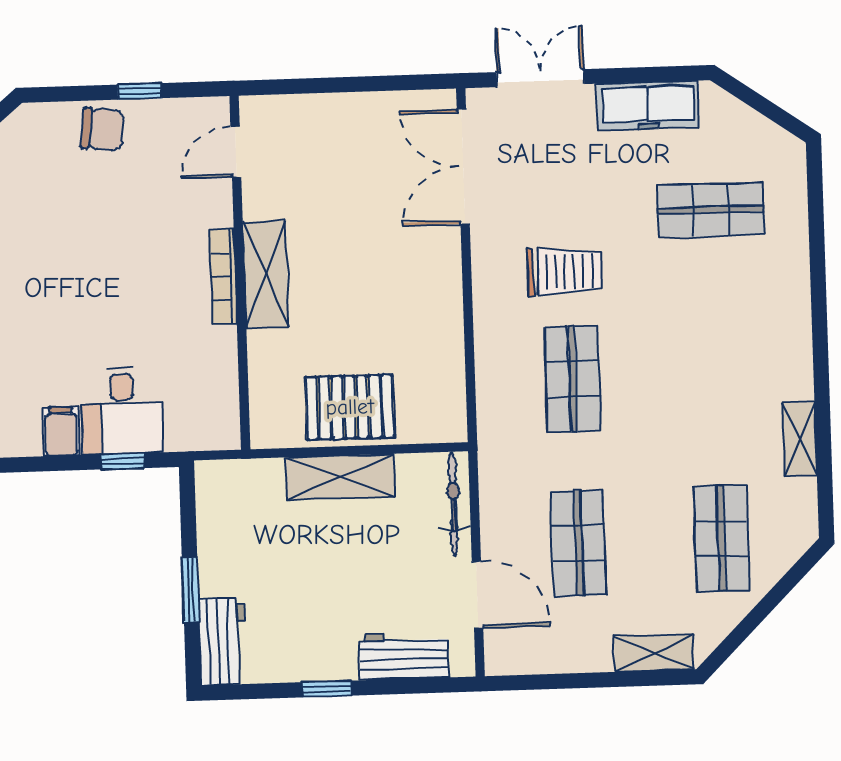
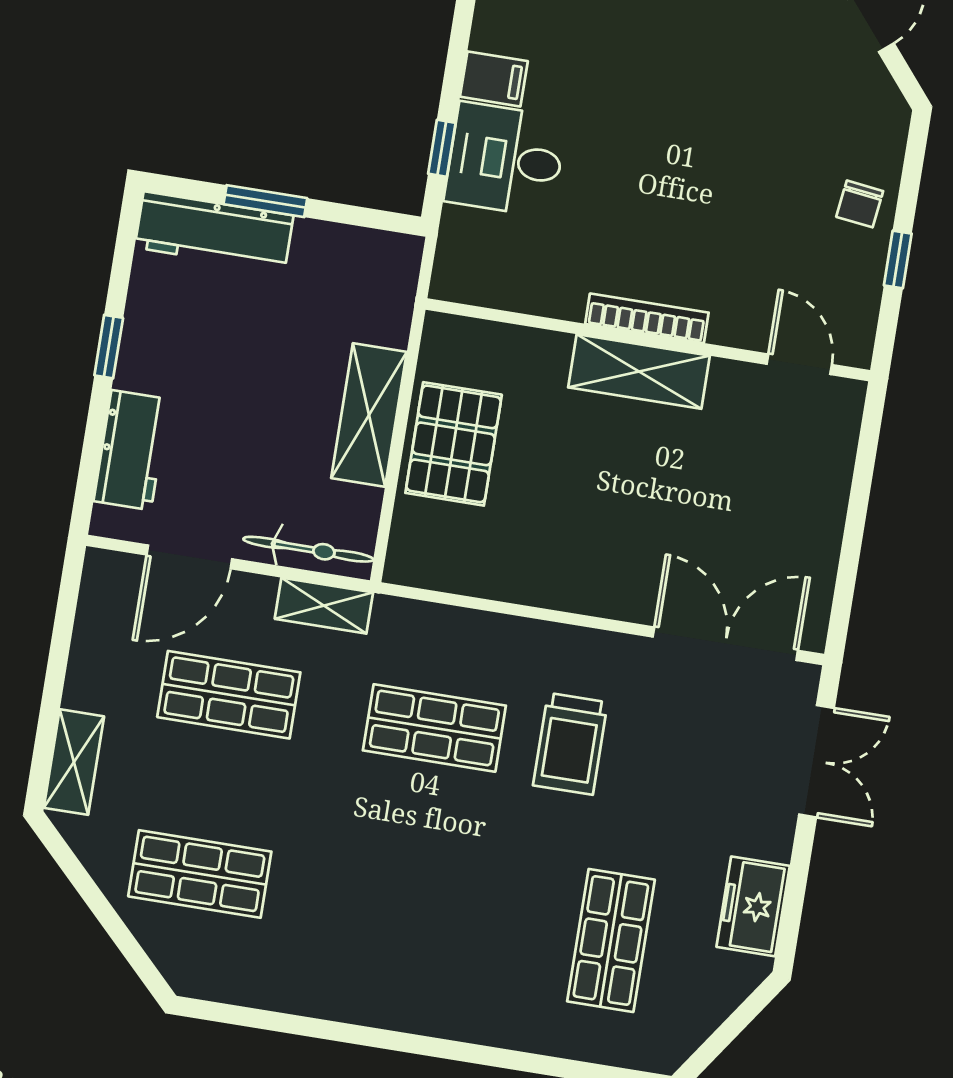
freezer: (648, 106) -> (753, 906), width x0.71
chair: (103, 129) -> (860, 204), width x0.73, depth x0.73
shelving: (799, 439) -> (324, 606), moved
workbench: (222, 641) -> (214, 231), width x1.38

